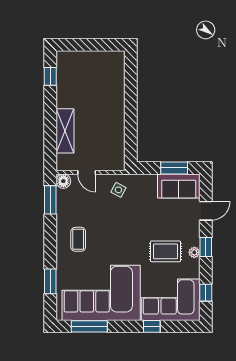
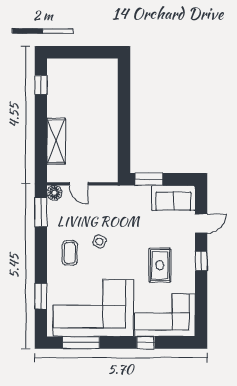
window: (174, 168) -> (149, 179), moved
side table: (118, 190) -> (100, 241), moved
rug: (166, 251) -> (160, 265), turned 90
plant: (194, 252) -> (189, 266), removed
window: (206, 293) -> (201, 308), removed

